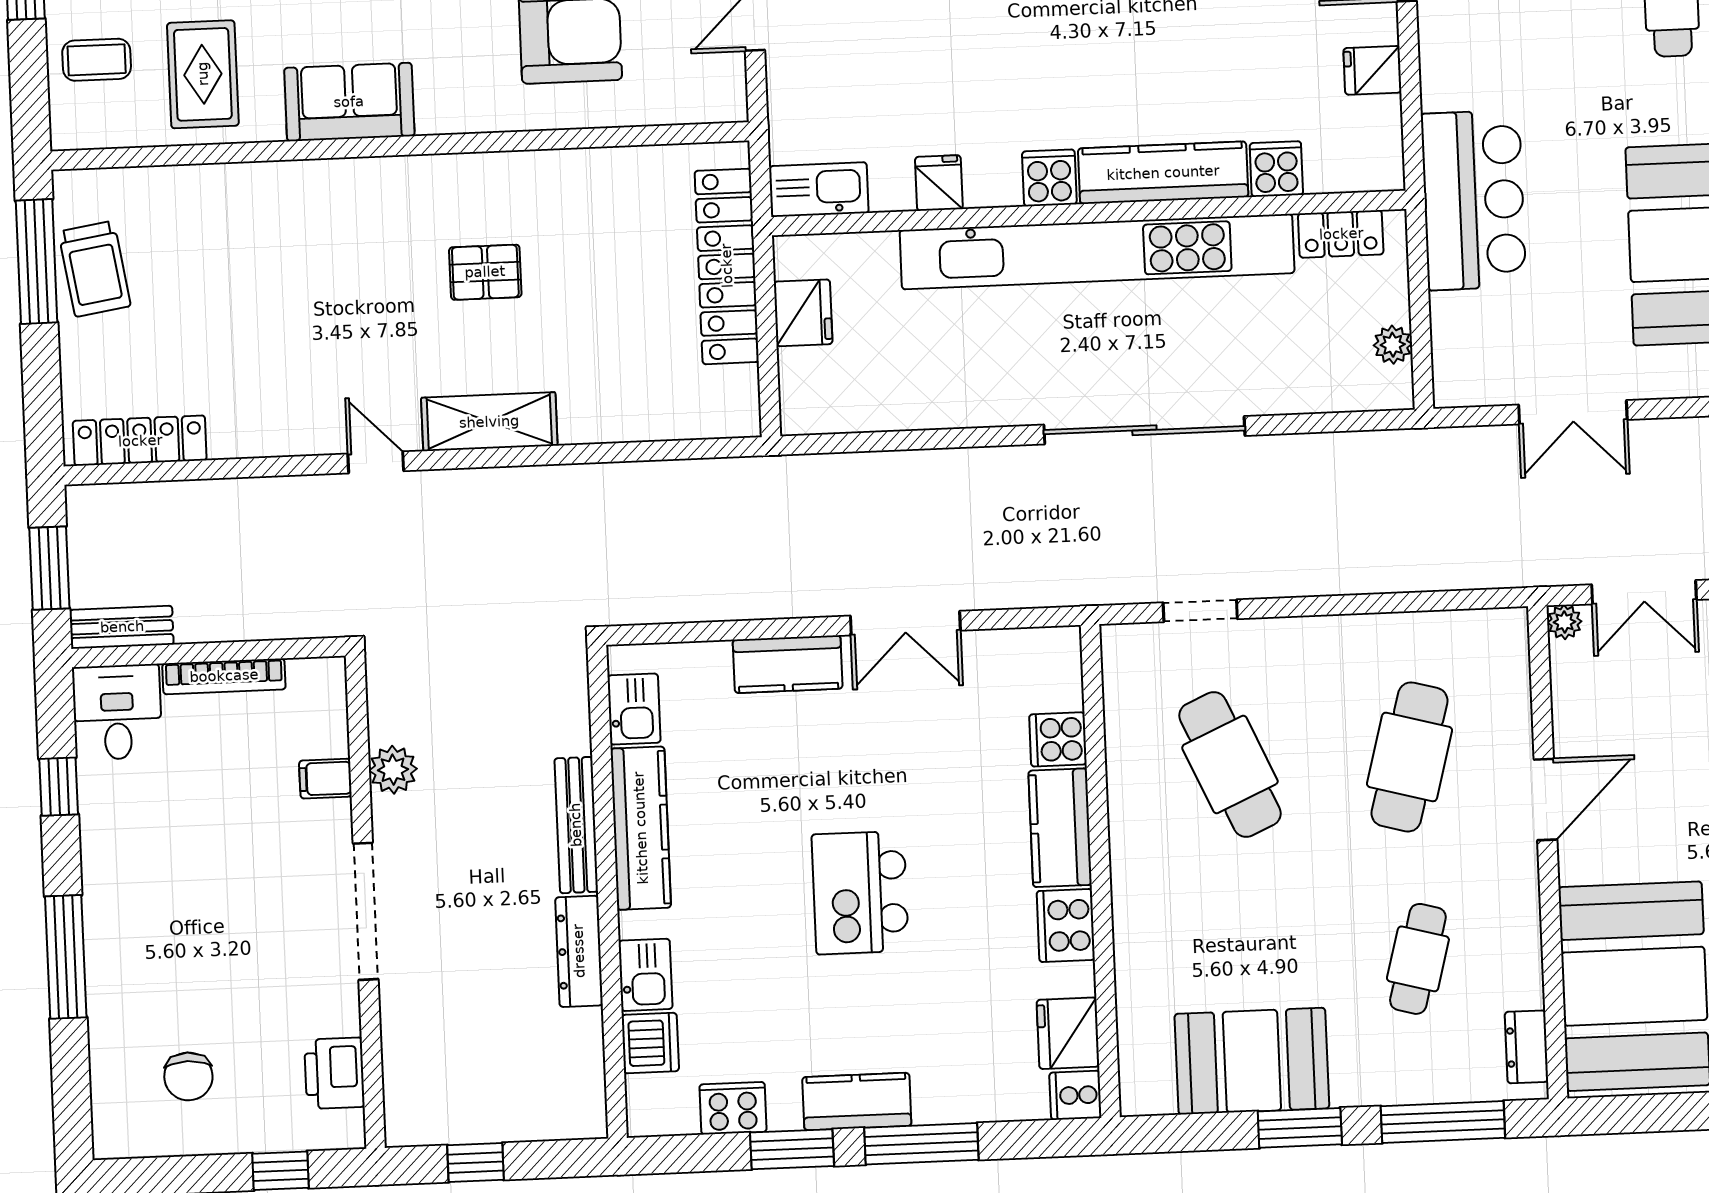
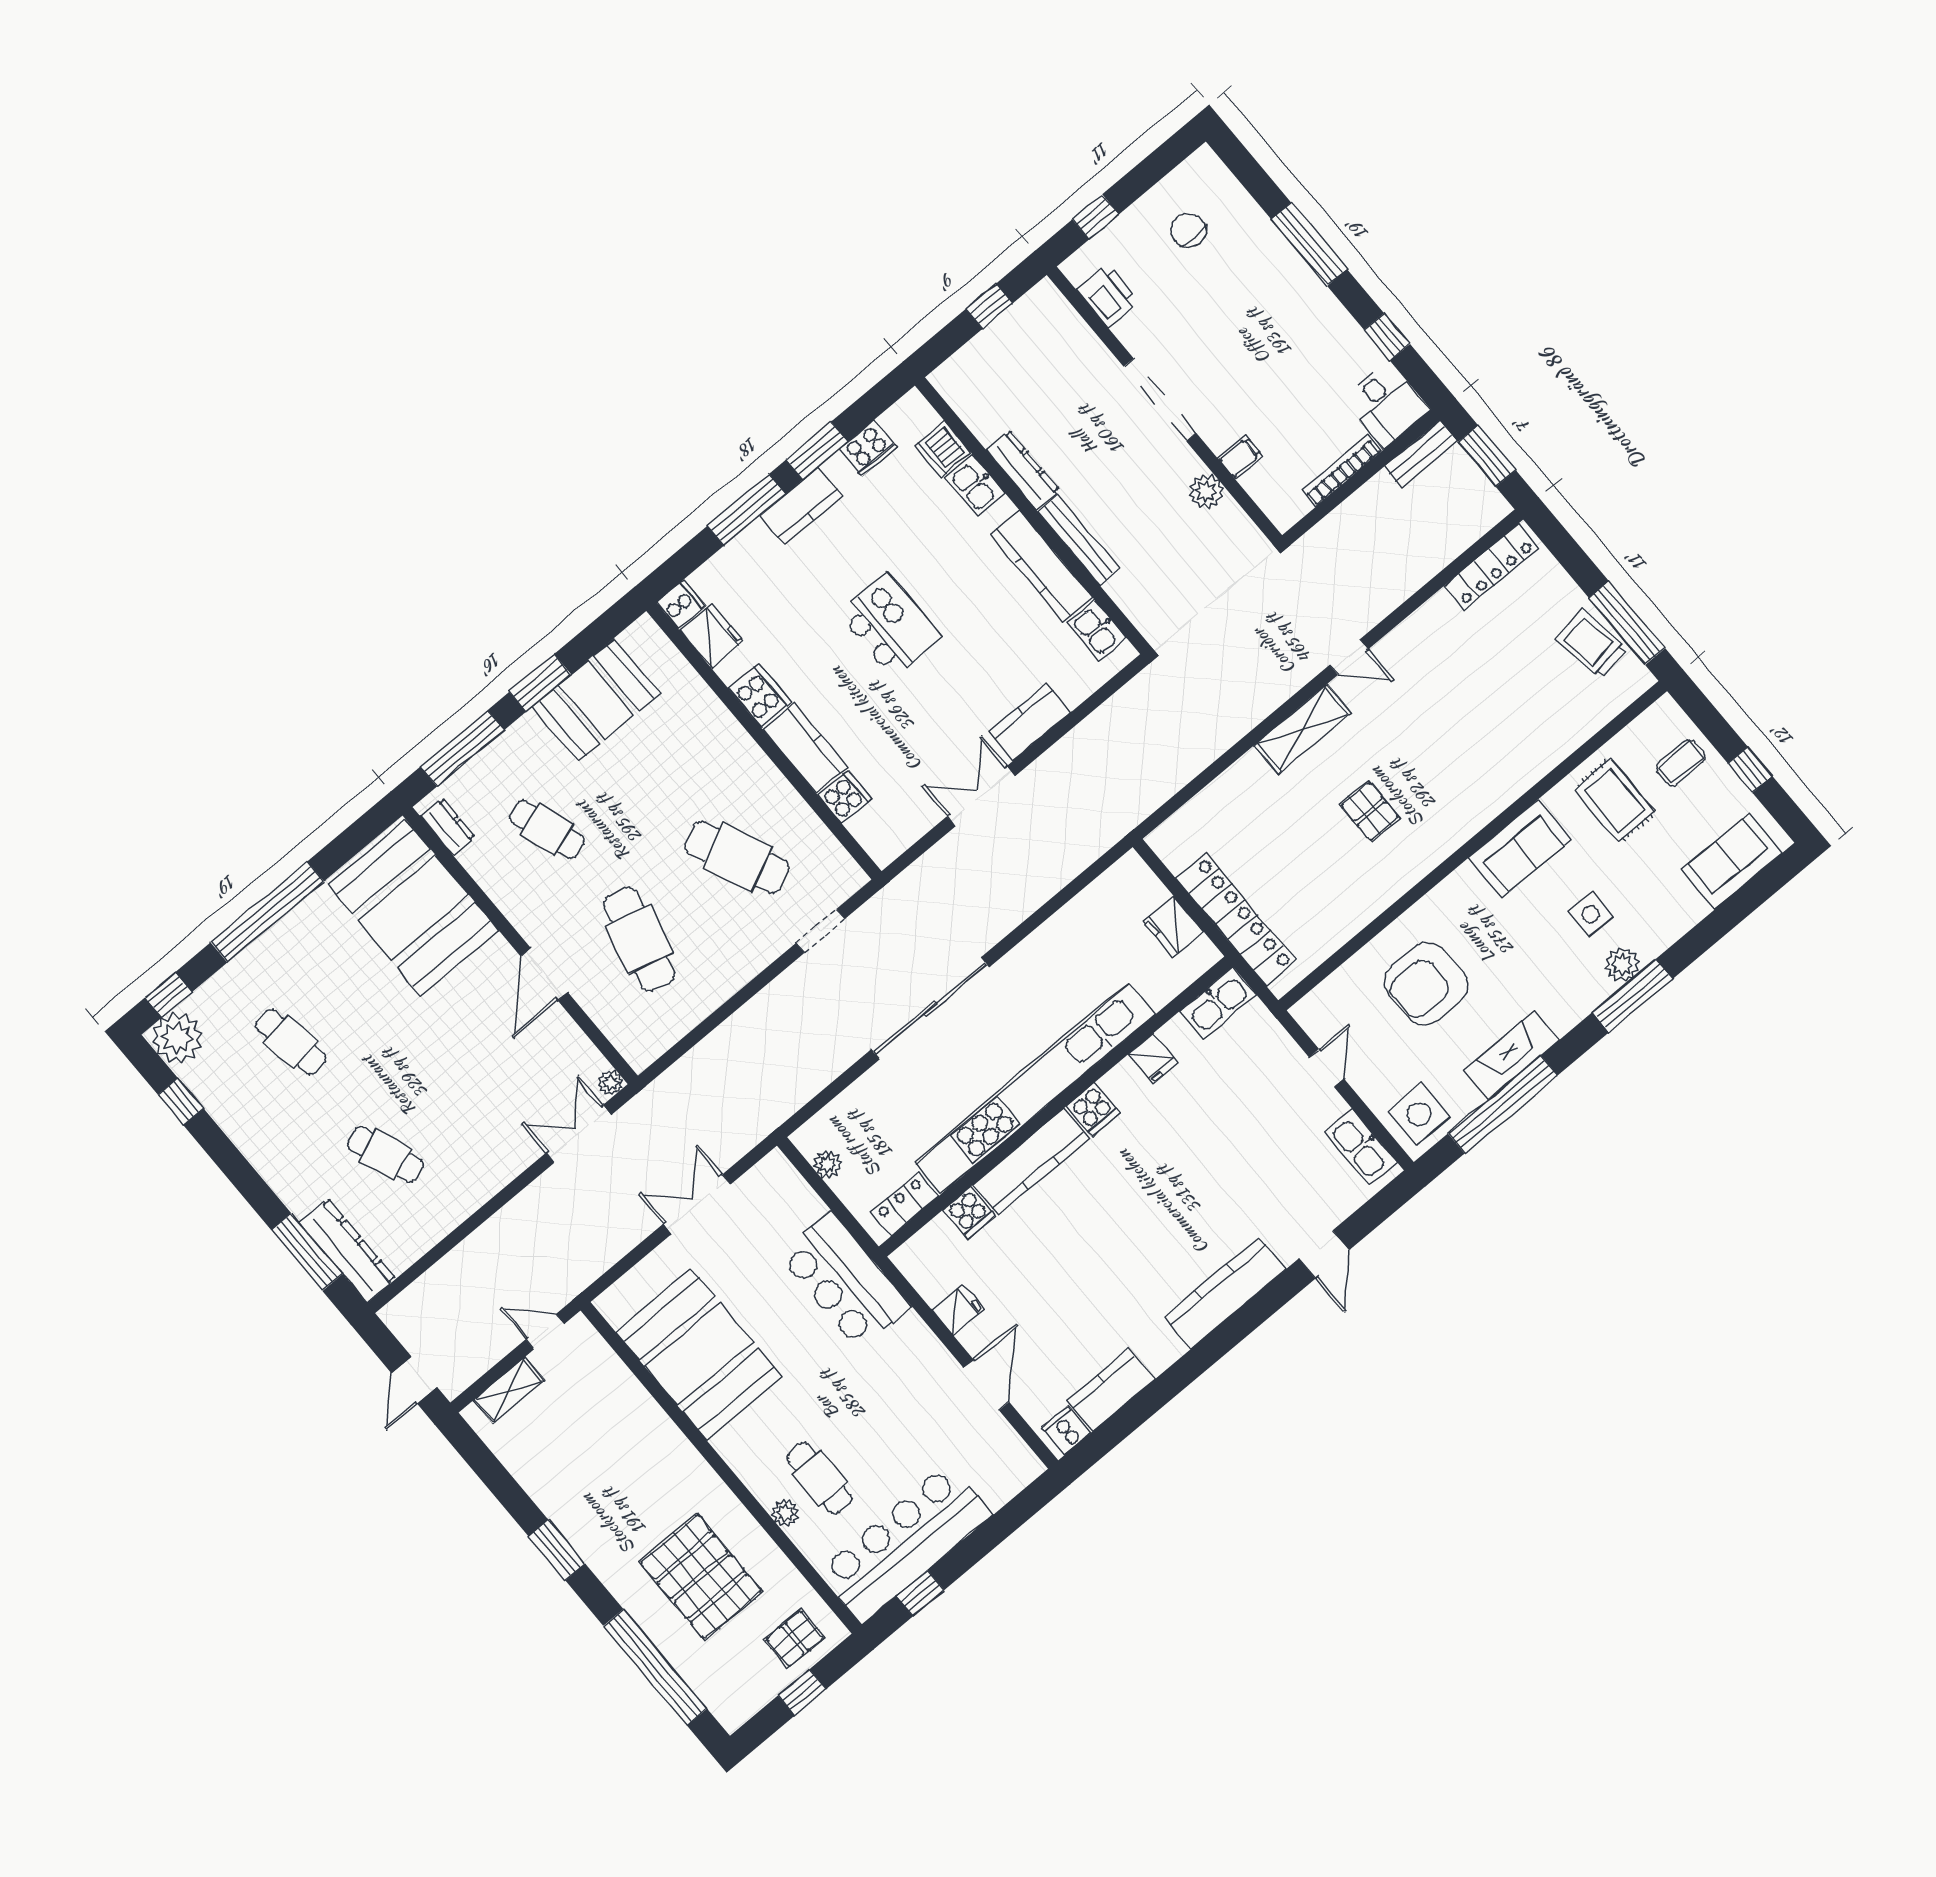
pallet: (485, 272) -> (1370, 812), turned 90
cafe table: (1418, 959) -> (547, 829), turned -33

